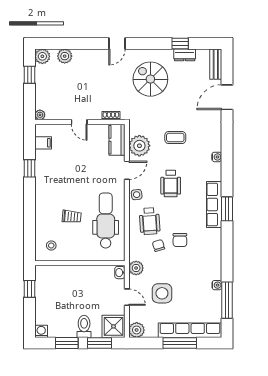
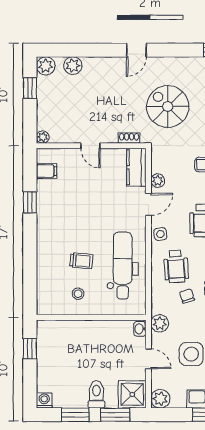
spiral stairs: (150, 79) -> (168, 106), moved
plant: (139, 146) -> (158, 181), width x0.53, depth x0.53
stool: (51, 245) -> (78, 294), moved

